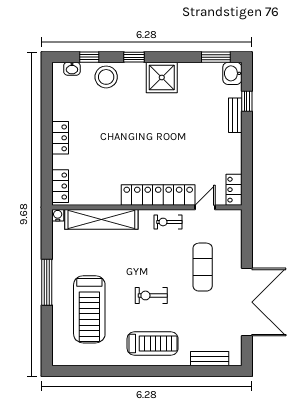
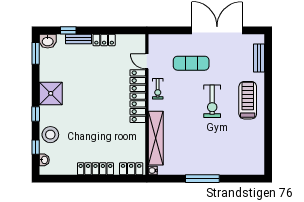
locker: (60, 138) -> (95, 169), width x1.53
locker: (234, 190) -> (104, 40), moved
exercise bike: (151, 295) -> (212, 101), width x1.38, depth x1.39
treadmill: (89, 309) -> (222, 147), removed

